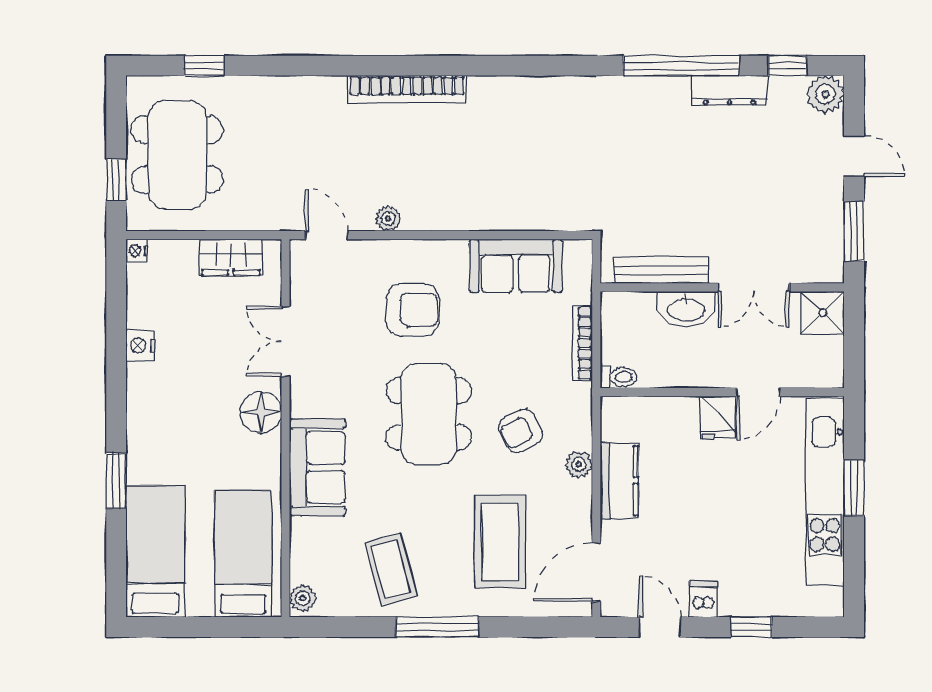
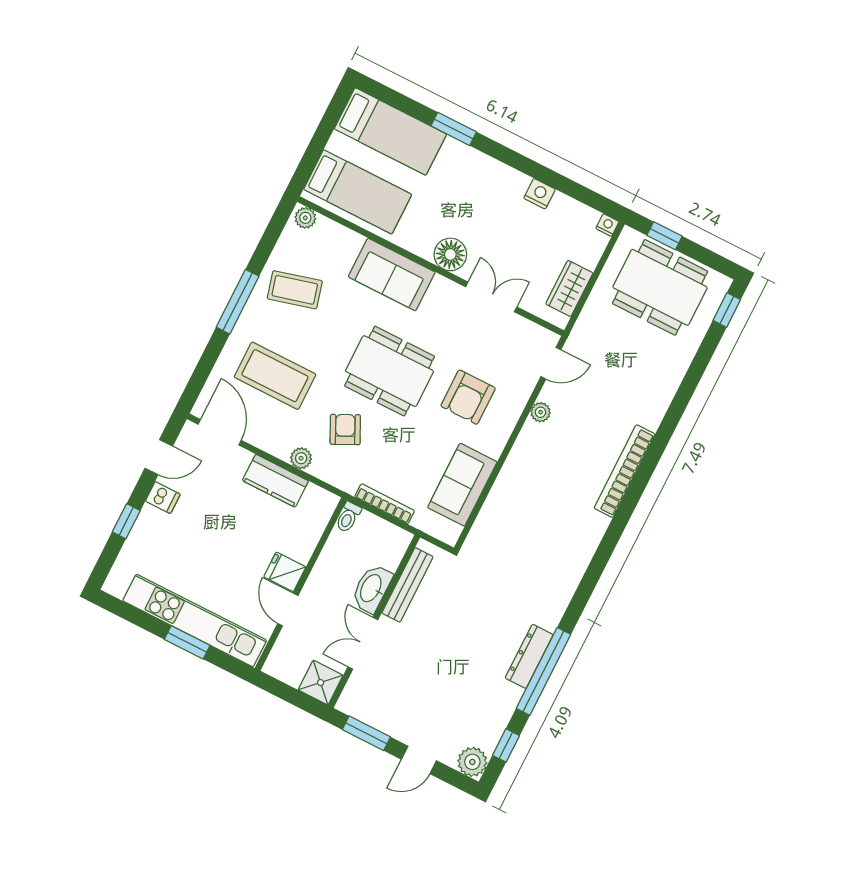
window: (204, 66) -> (727, 310), moved
dresser: (730, 91) -> (529, 656), moved

